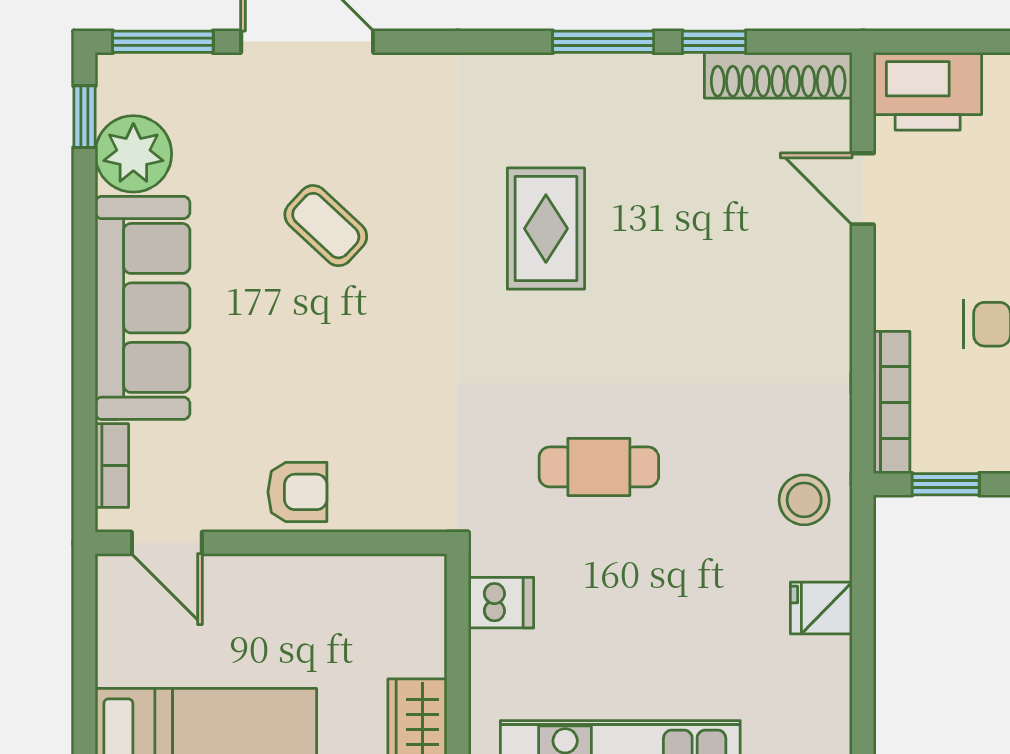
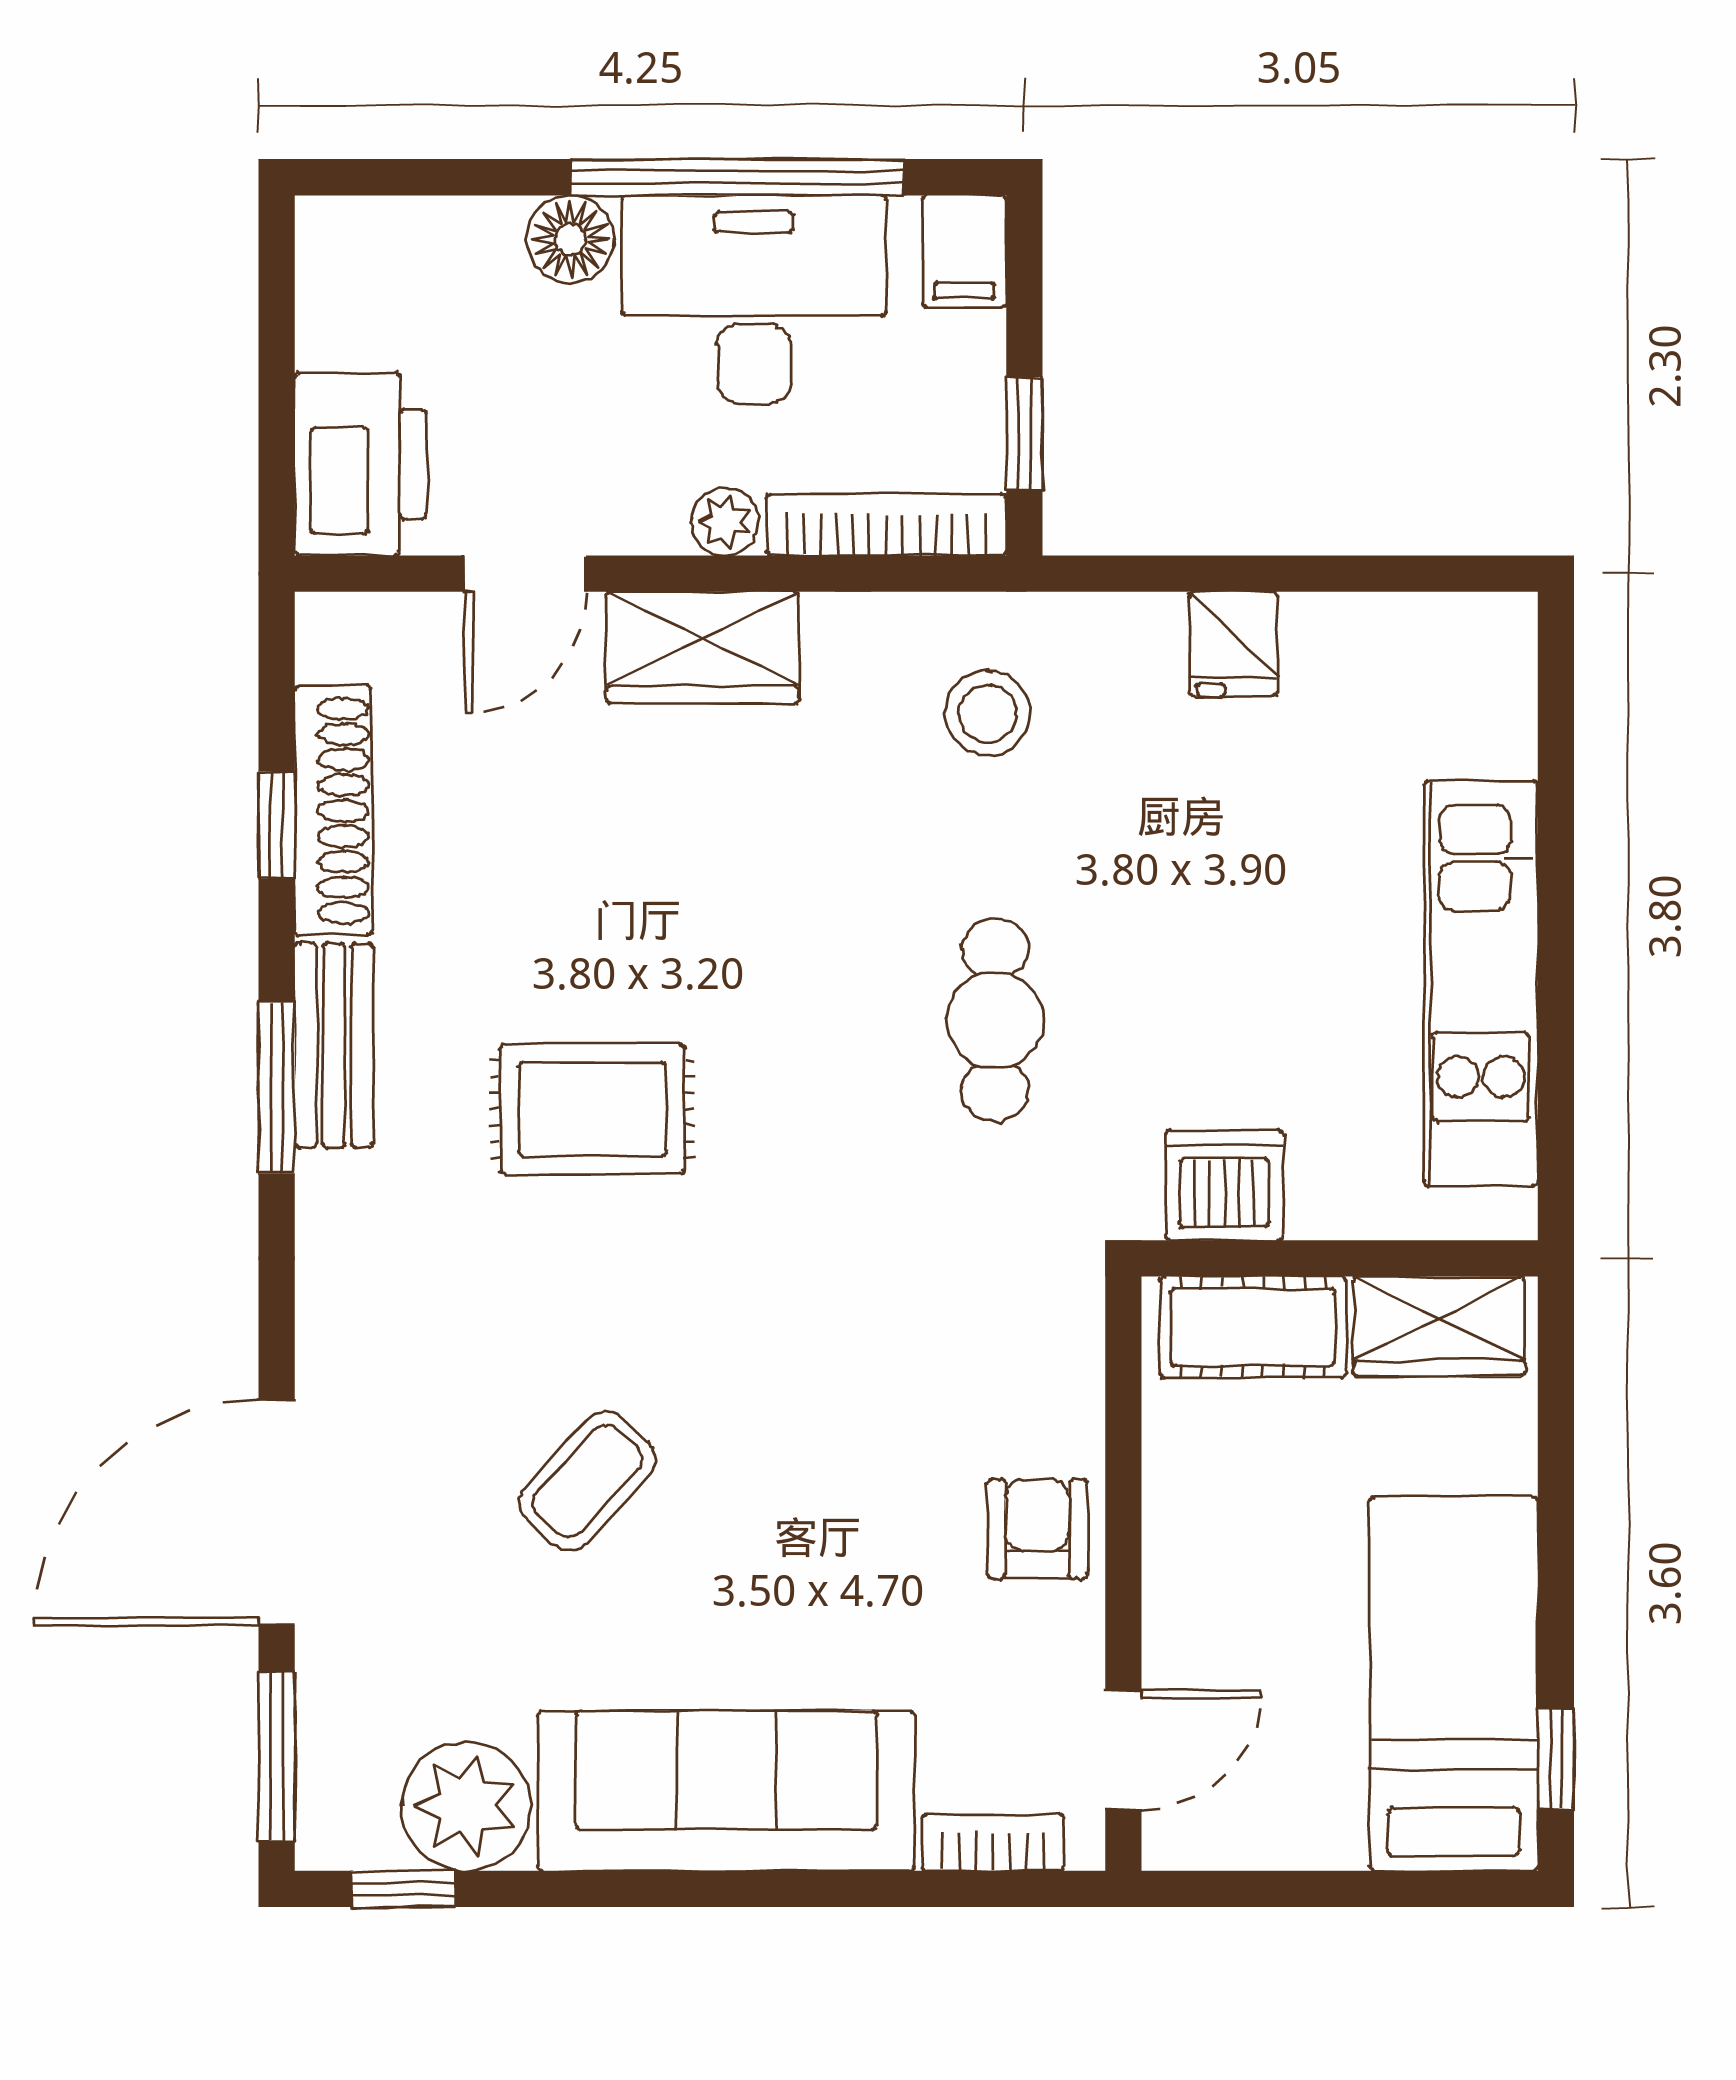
window: (603, 42) -> (277, 1088), moved
shoe rack: (778, 75) -> (333, 811), moved
bench: (584, 76) -> (334, 1045), added
wardrobe: (819, 294) -> (702, 647), added
plant: (894, 307) -> (725, 522), added
stool: (804, 500) -> (988, 713), moved
dishwasher: (501, 603) -> (1224, 1185), width x1.38
cot: (417, 619) -> (1253, 1327), added

